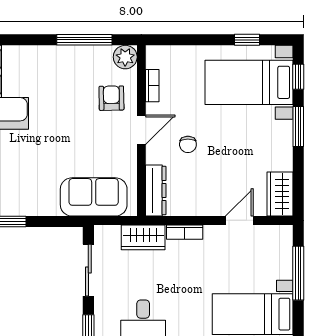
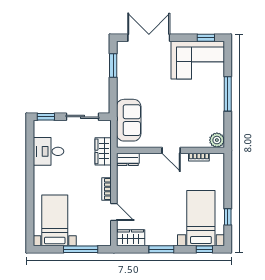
window: (84, 40) -> (228, 94), moved
armchair: (111, 98) -> (191, 131), removed
window: (298, 126) -> (161, 249), moved
chair: (188, 144) -> (162, 180), removed
dresser: (156, 191) -> (128, 159), width x0.70
bookcase: (185, 232) -> (107, 189), moved

